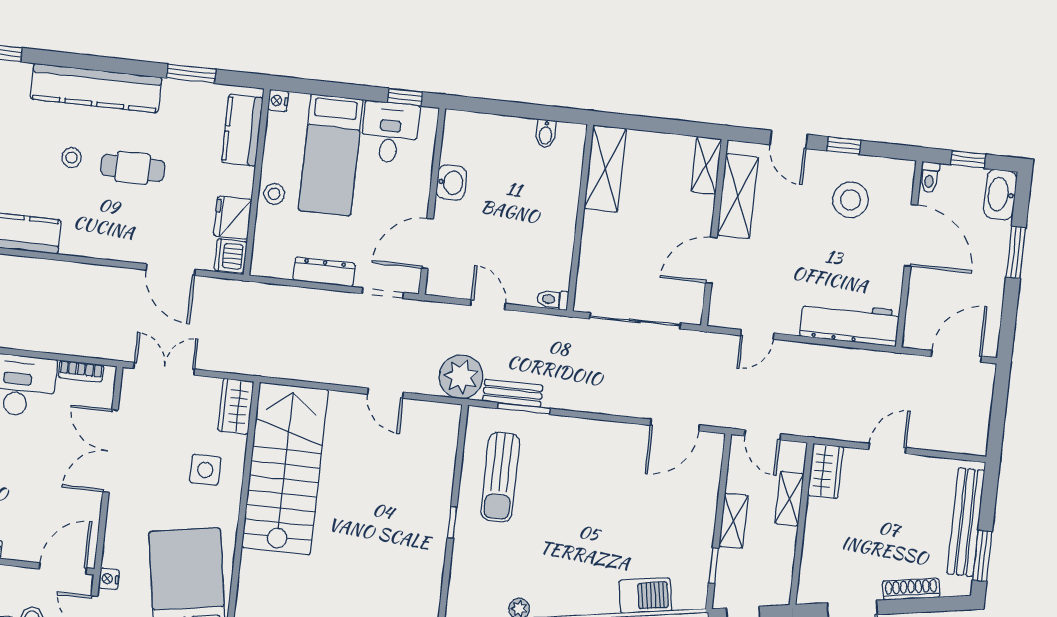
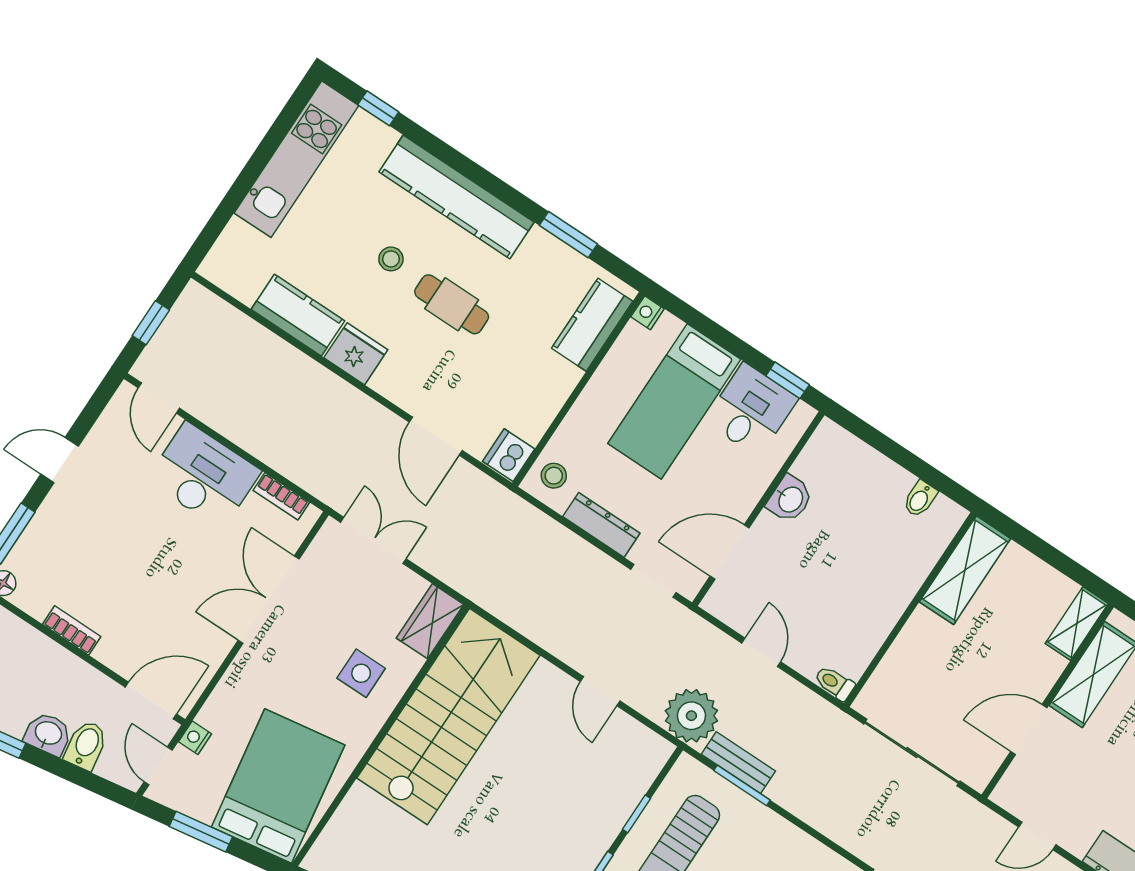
stool: (274, 194) -> (554, 476), moved
fridge: (233, 218) -> (356, 354), moved, turned 90
window: (458, 469) -> (637, 814), added

